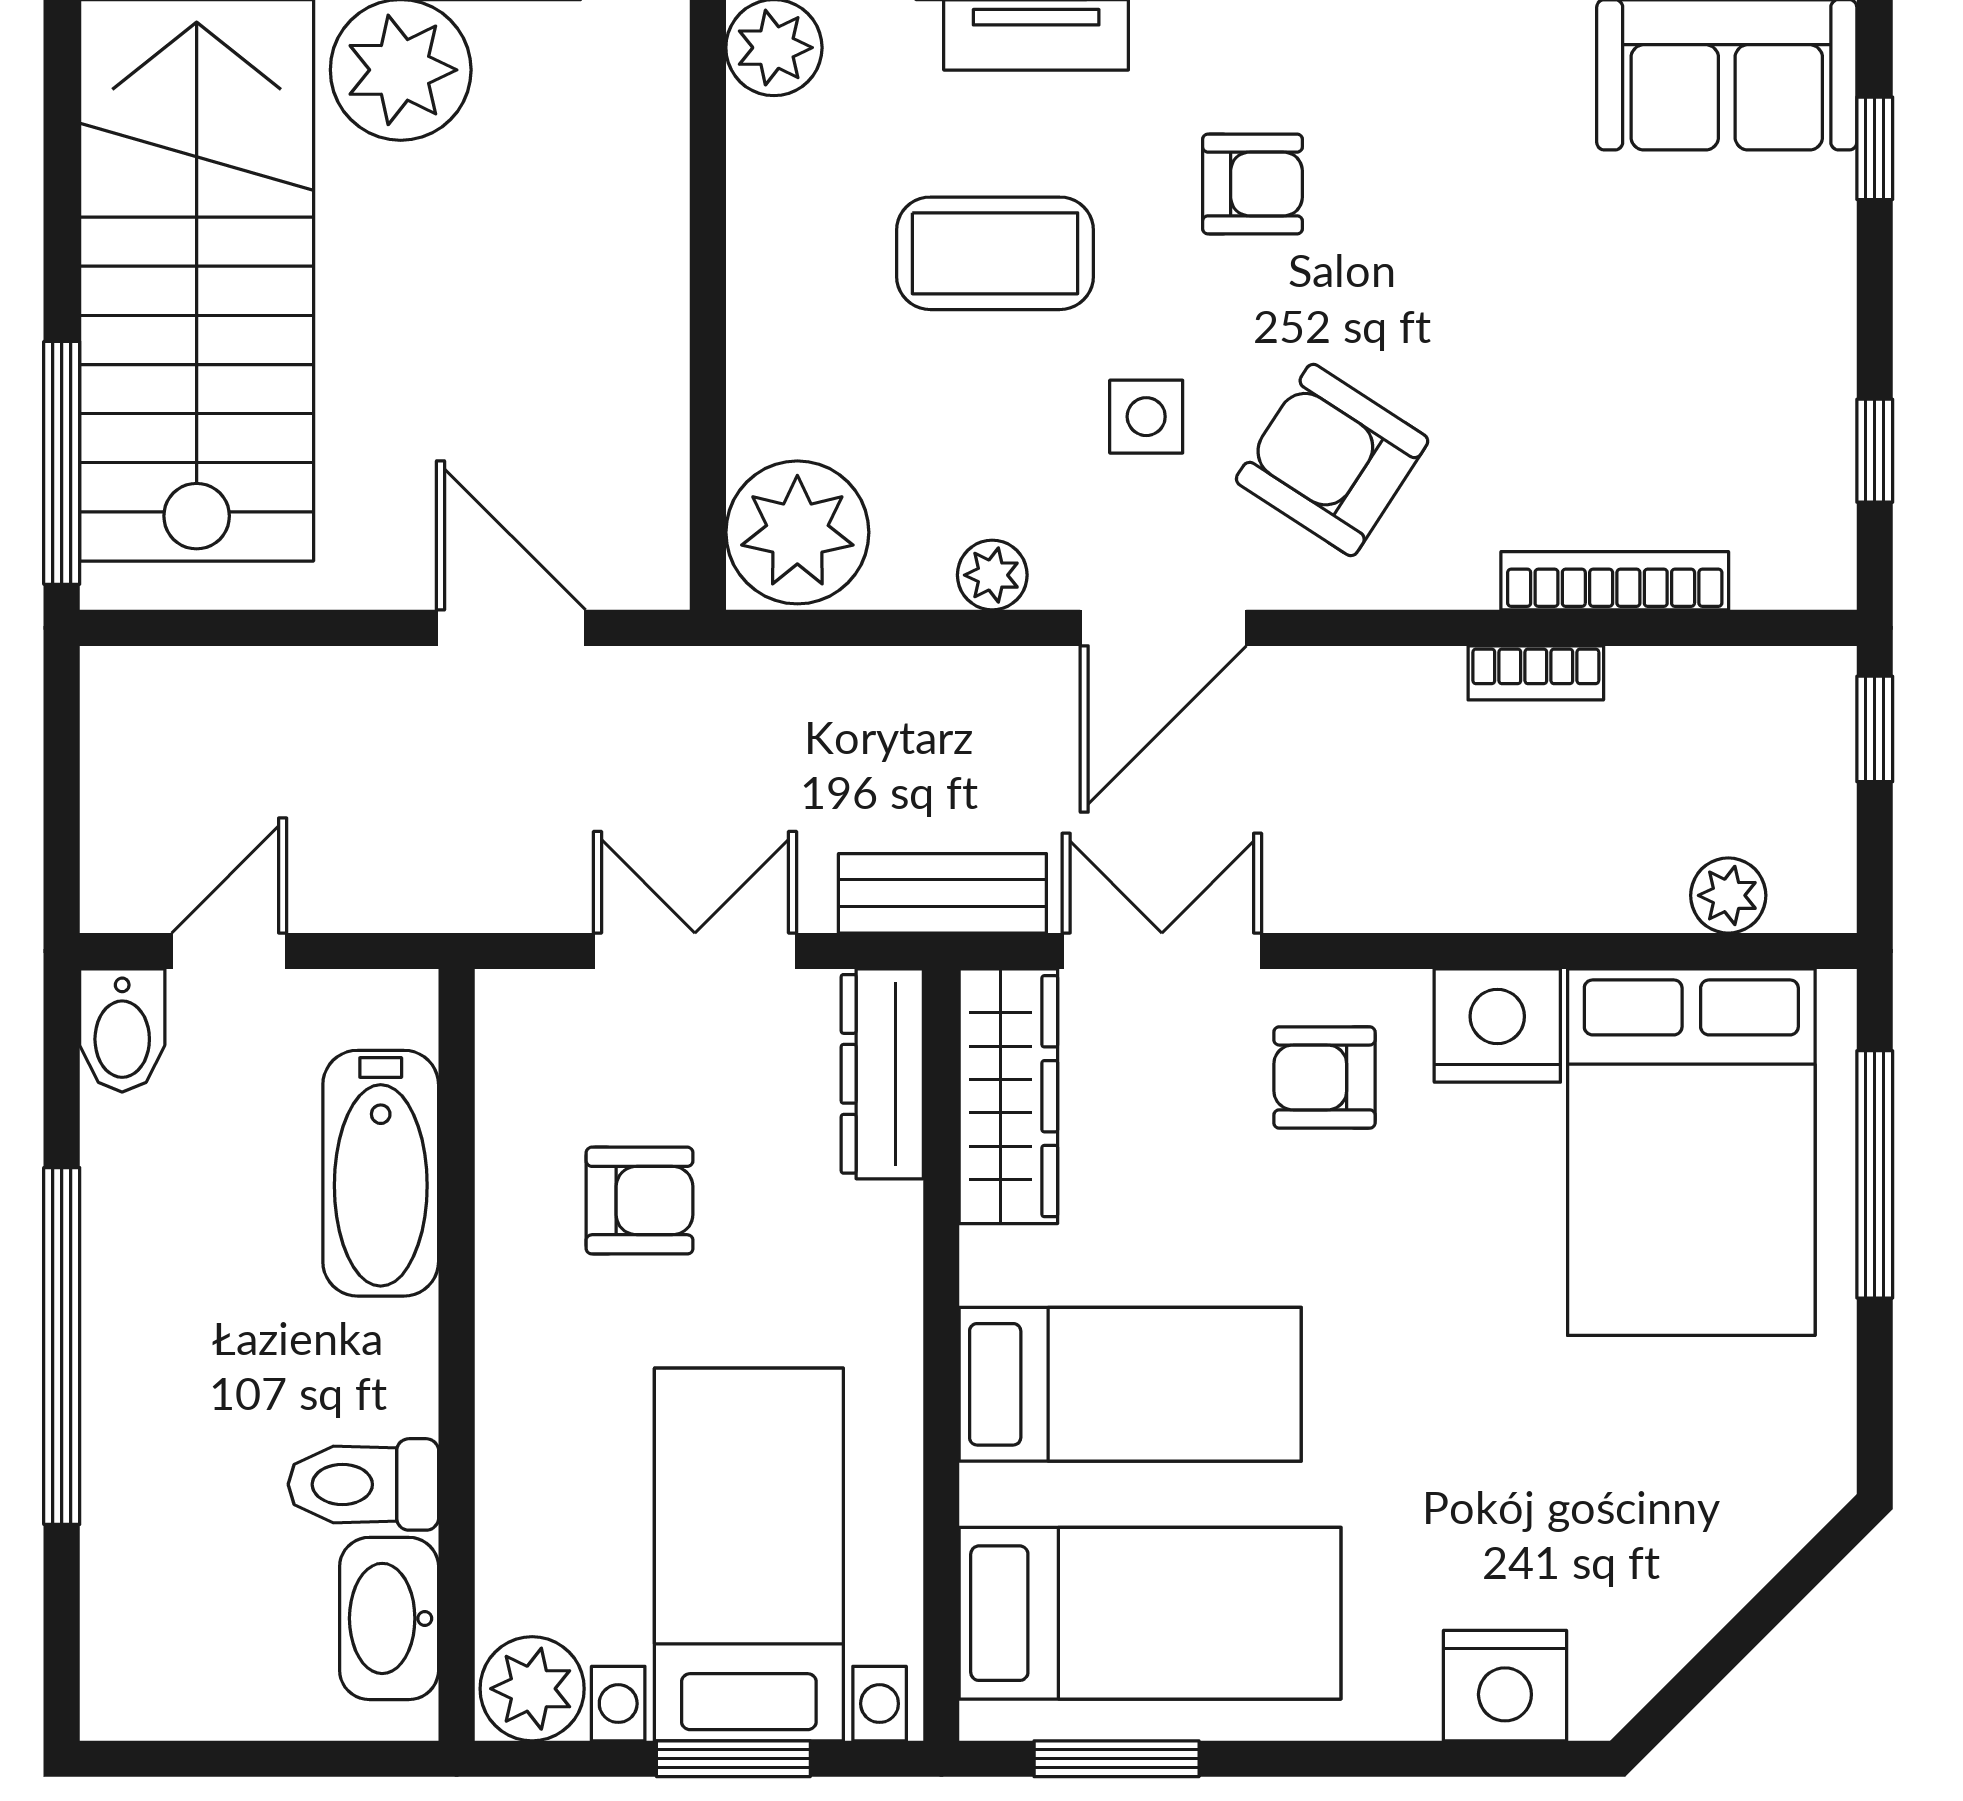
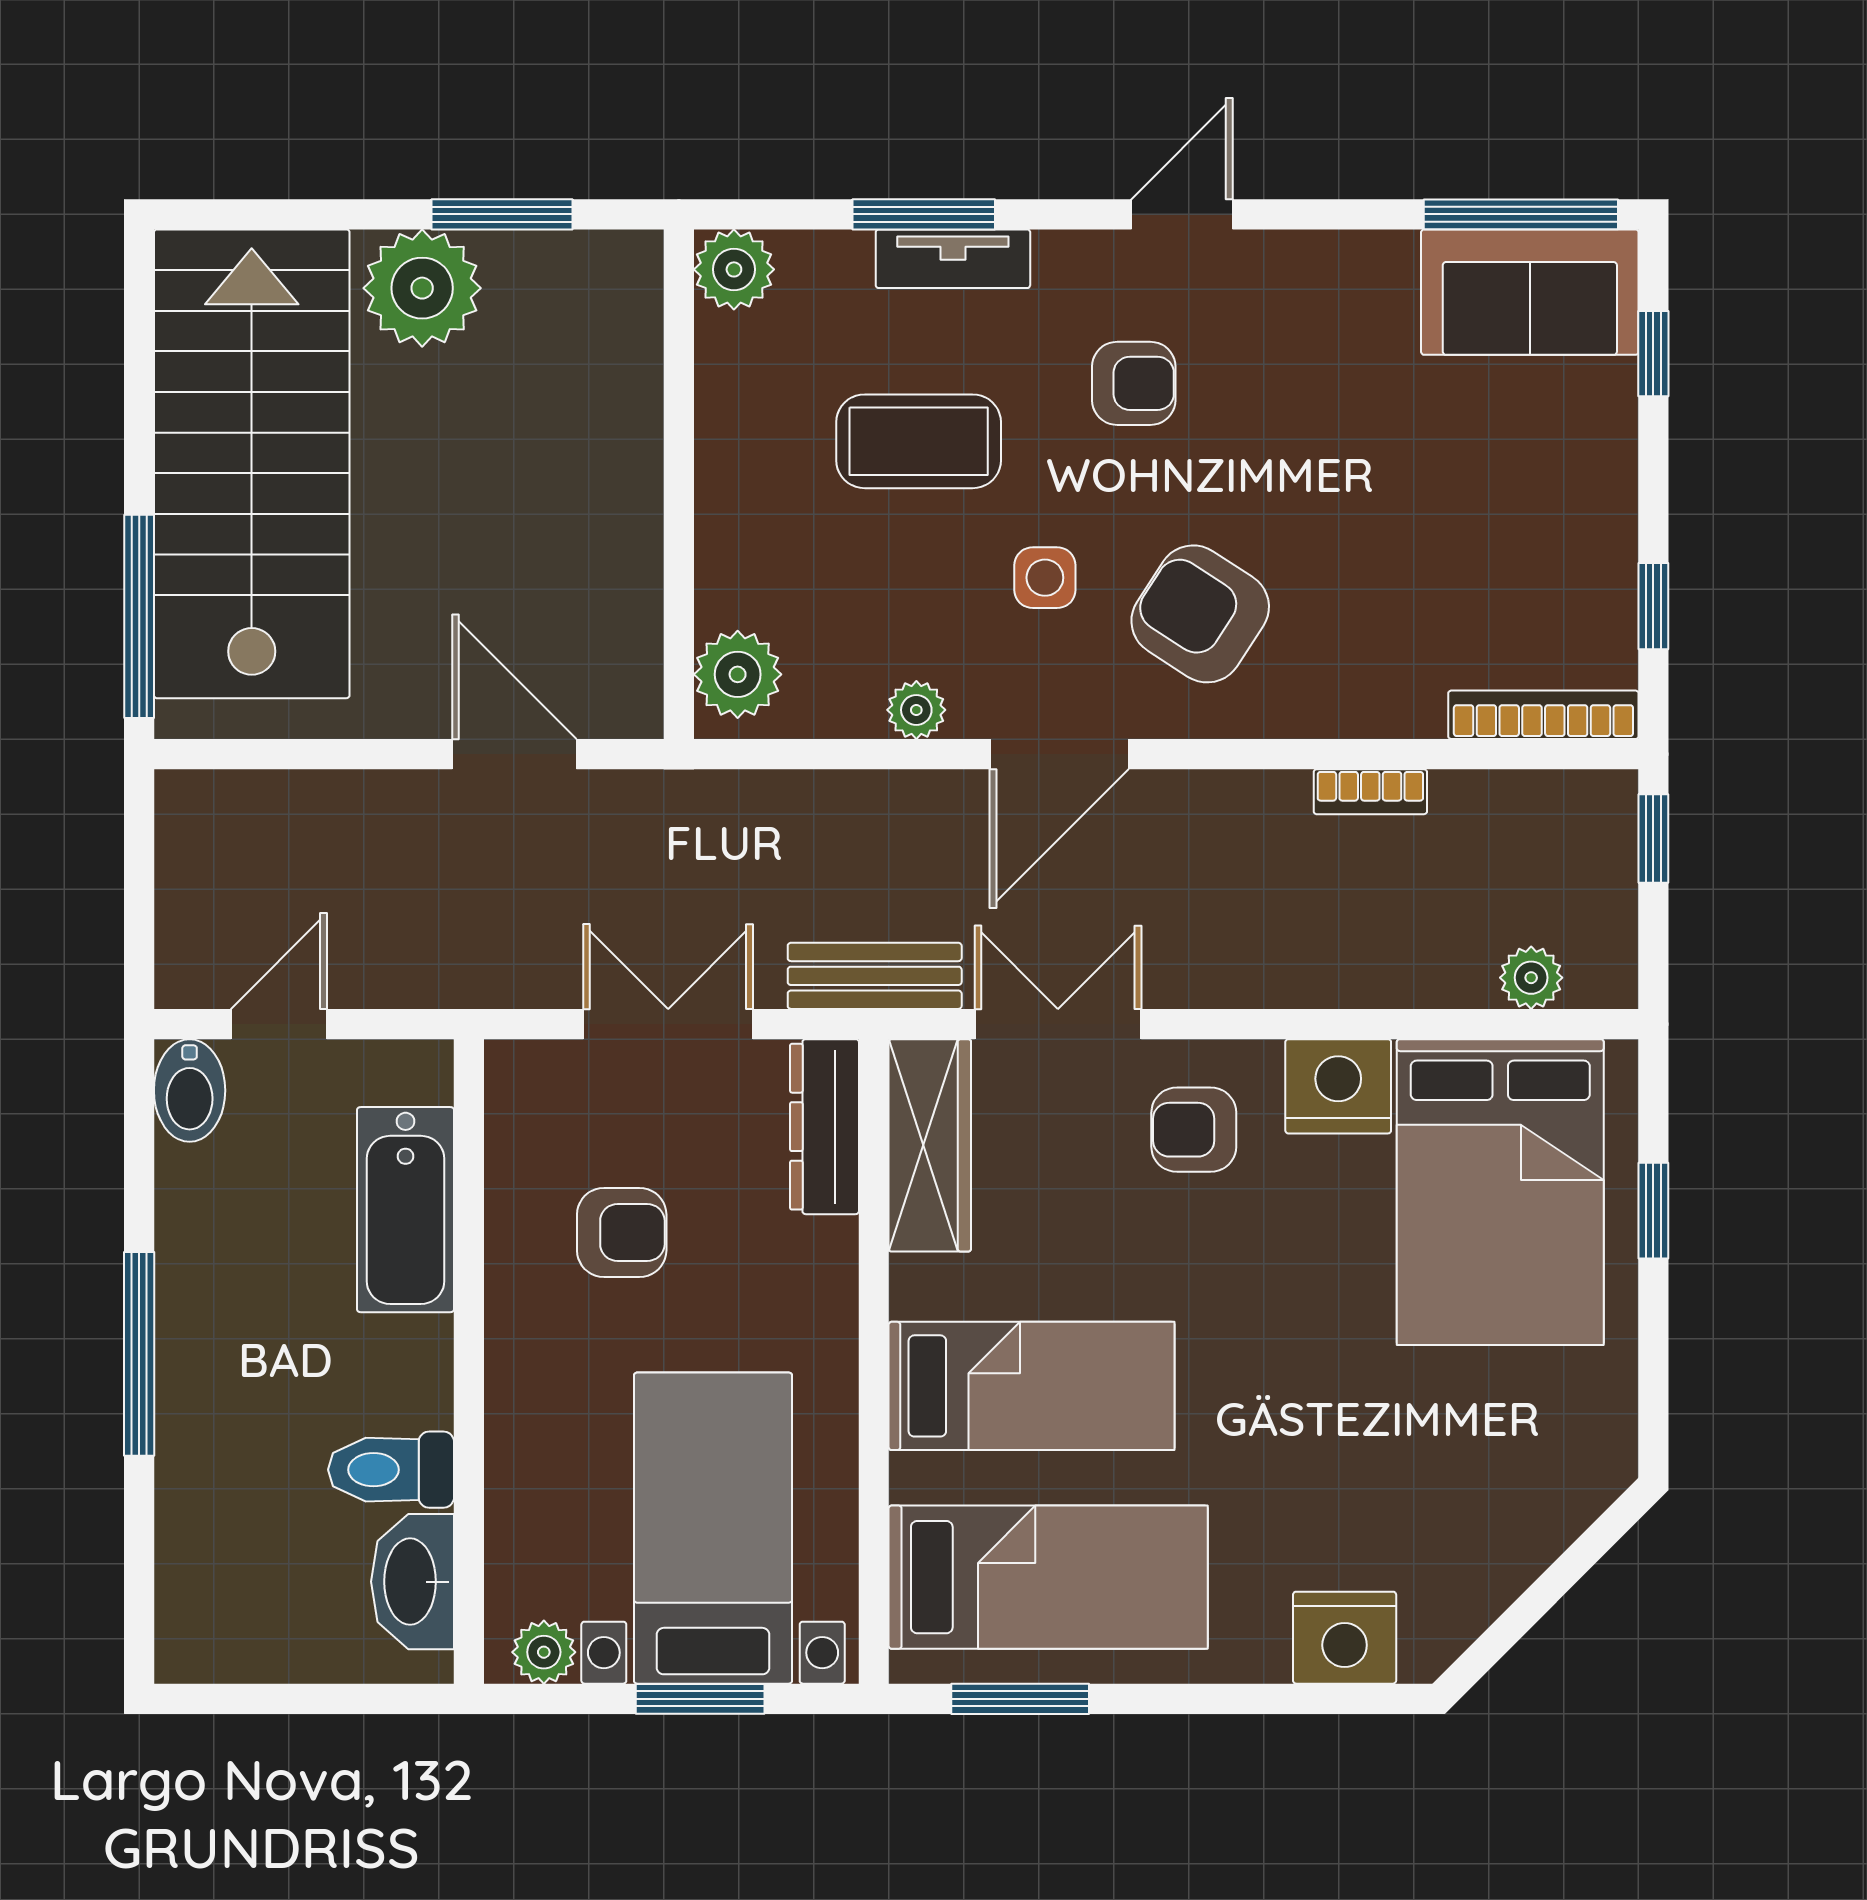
plant: (797, 532) -> (738, 674), width x0.73, depth x0.73
bookcase: (1615, 581) -> (1543, 715), moved
window: (1875, 1174) -> (1653, 1211), width x0.46
window: (62, 1346) -> (139, 1354), width x0.68
plant: (532, 1689) -> (544, 1652), width x0.73, depth x0.73

